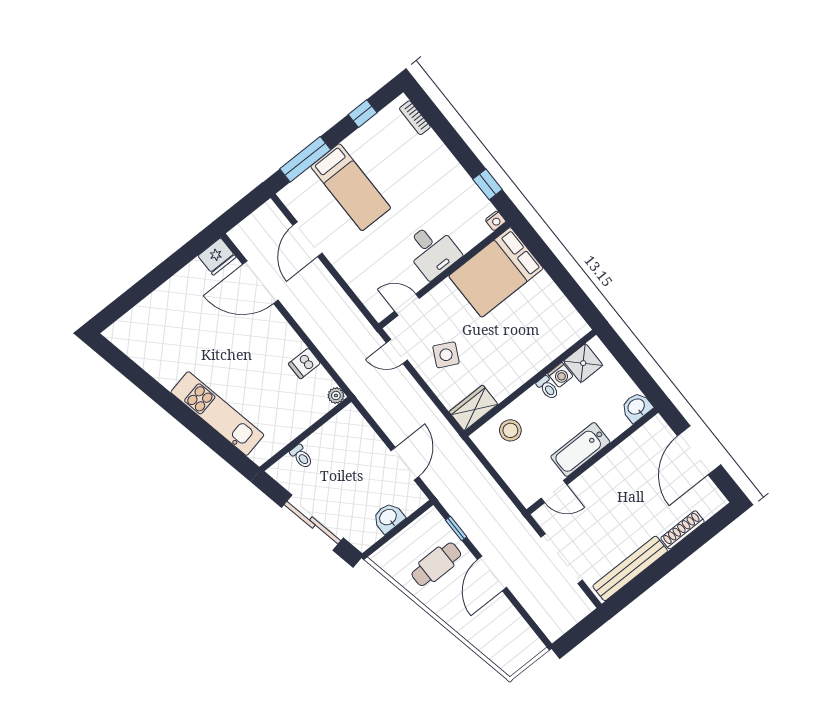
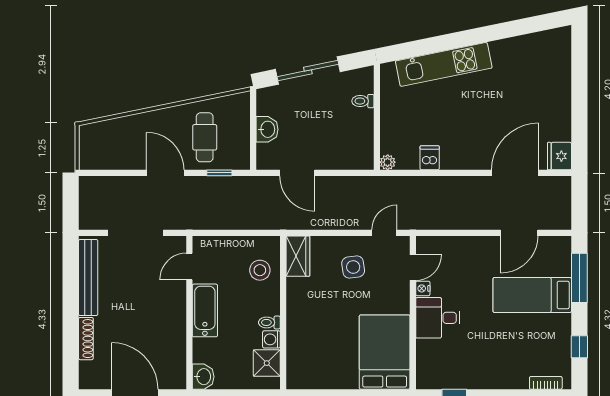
nightstand: (496, 221) -> (423, 288), moved
door: (308, 239) -> (519, 233), swing flipped
side table: (446, 355) -> (353, 267), turned -35

